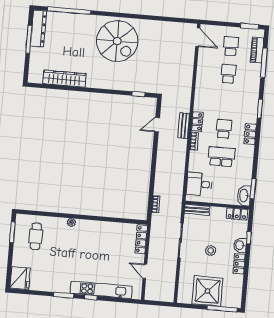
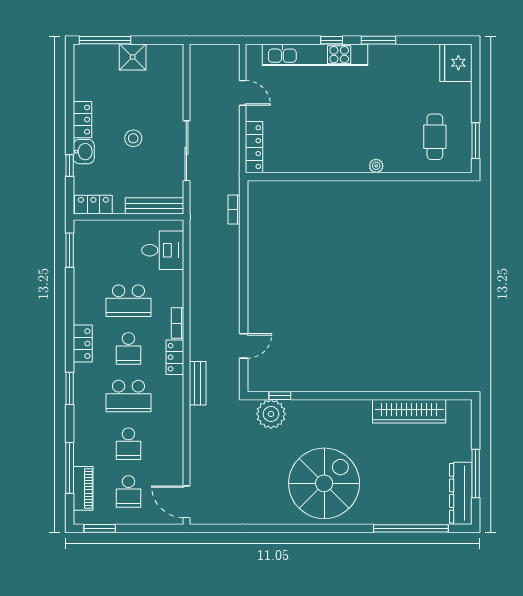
spiral stairs: (117, 41) -> (324, 483), turned 90
plant: (145, 84) -> (271, 414), added
school desk: (226, 101) -> (128, 396), added
bench: (184, 126) -> (198, 383), moved
washbasin: (244, 196) -> (84, 237), removed
bench: (197, 210) -> (155, 206), width x1.36
shower: (207, 291) -> (133, 57), width x0.54, depth x0.54

